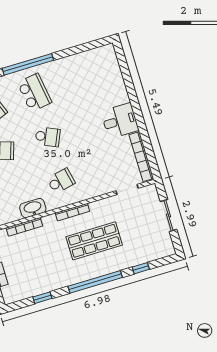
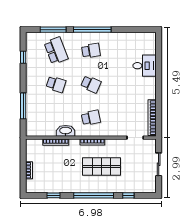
school desk: (34, 93) -> (91, 51), width x0.54
desk: (120, 121) -> (145, 66), moved

